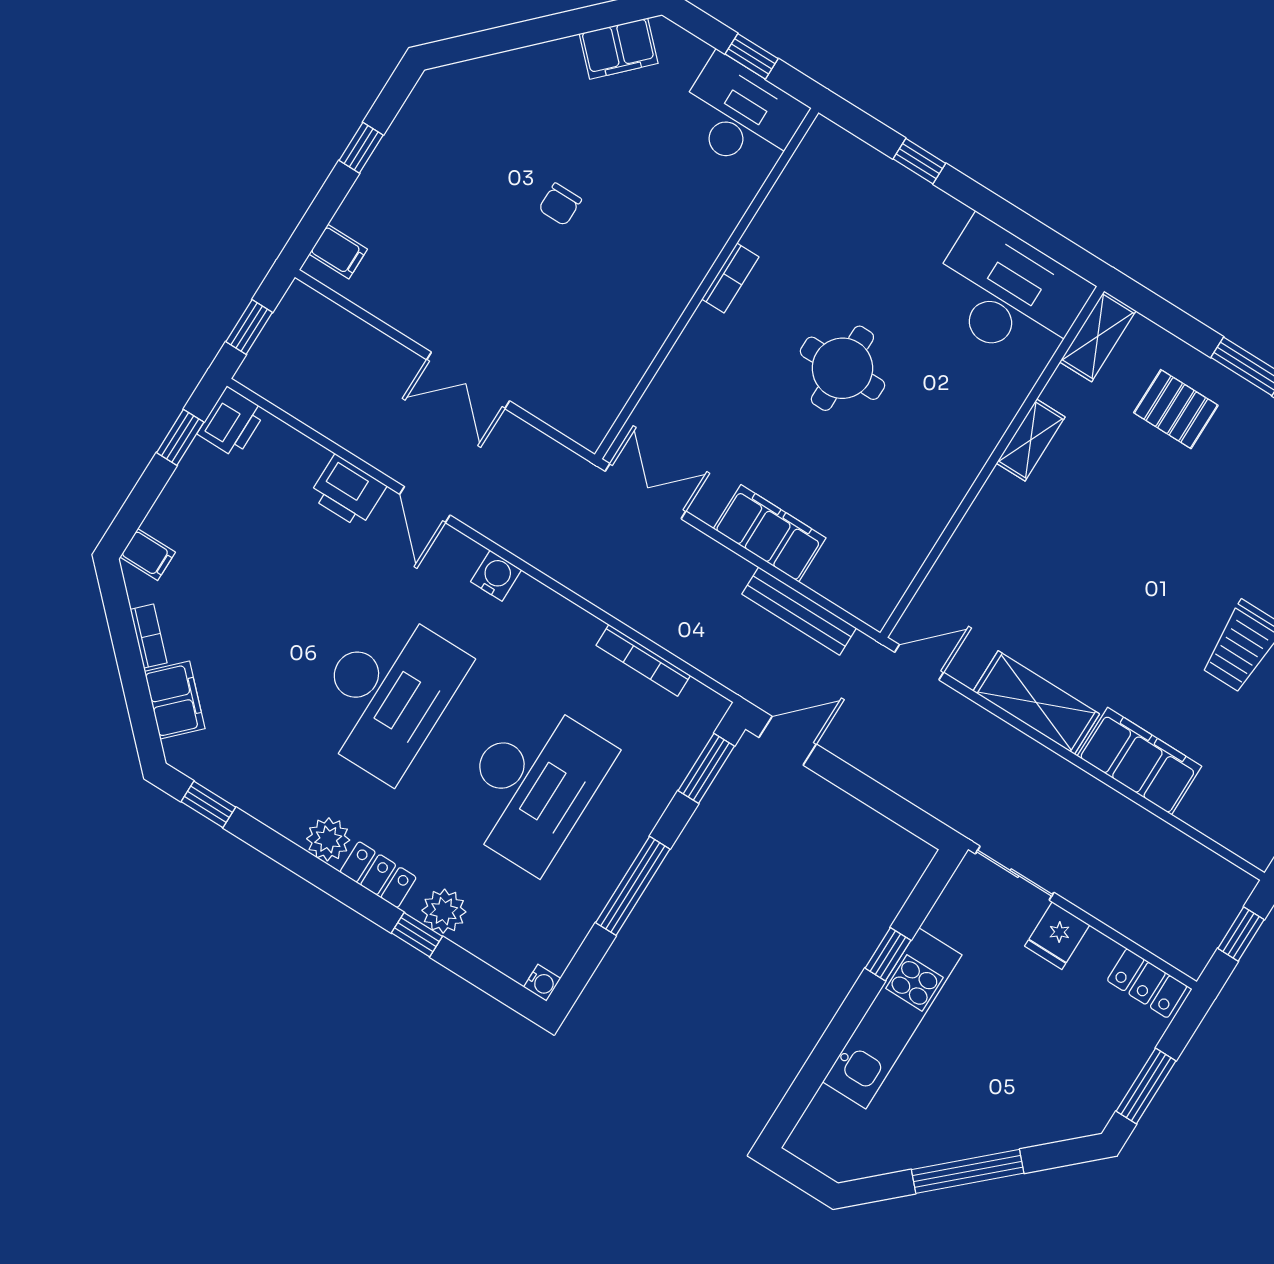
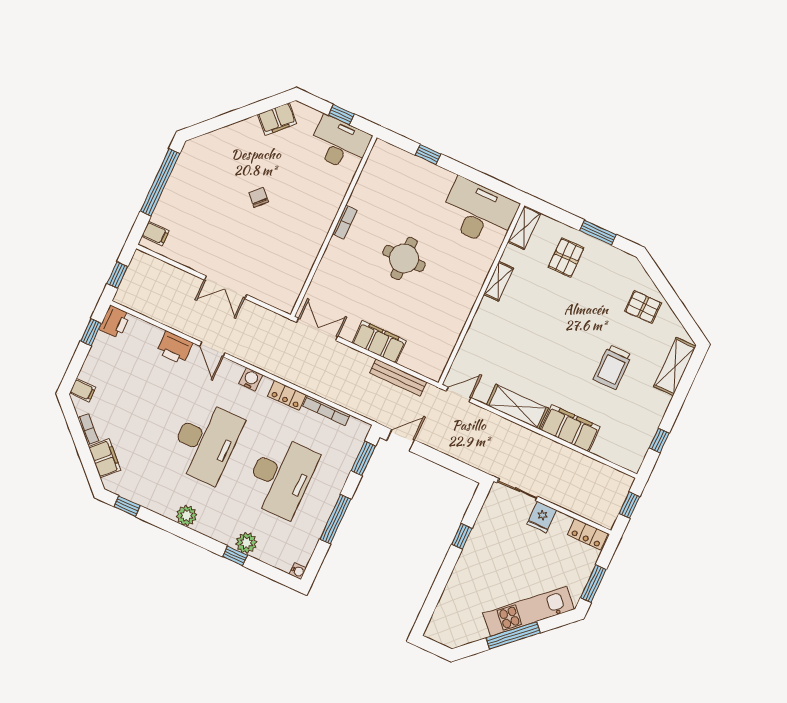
window: (361, 148) -> (160, 182), width x3.17
chair: (560, 204) -> (259, 197), turned 135
pallet: (1176, 409) -> (566, 258), turned 90
locker: (378, 875) -> (287, 395), moved, turned 180
kitchen unit: (892, 1018) -> (529, 611), moved, turned -133

